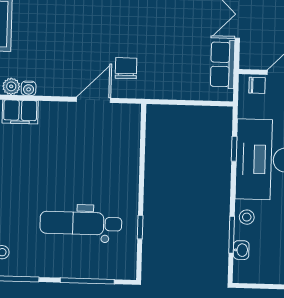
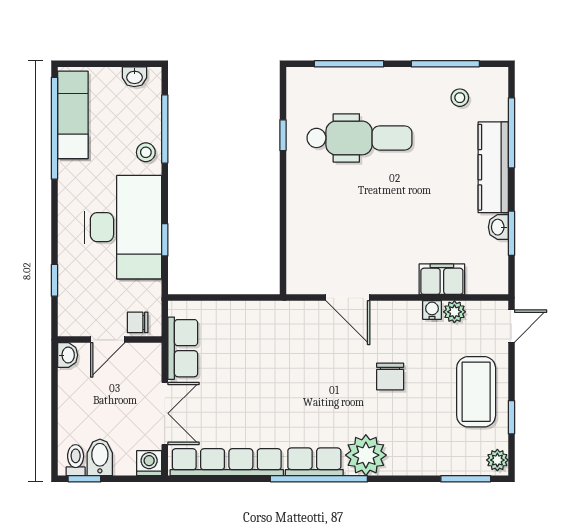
chair: (126, 68) -> (390, 376), moved
door: (94, 100) -> (348, 298), hinge flipped
window: (232, 235) -> (165, 129), width x1.44
washbasin: (241, 250) -> (134, 77), moved, turned -90

